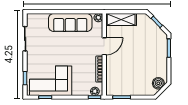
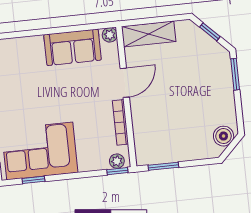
sofa: (70, 22) -> (73, 47), width x0.73

